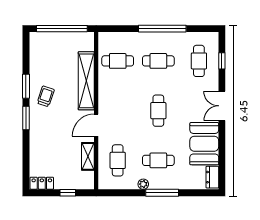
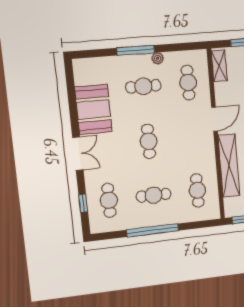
cafe table: (118, 61) -> (197, 190), turned 90
shelving: (88, 156) -> (219, 66), moved
dresser: (212, 177) -> (80, 72), removed

